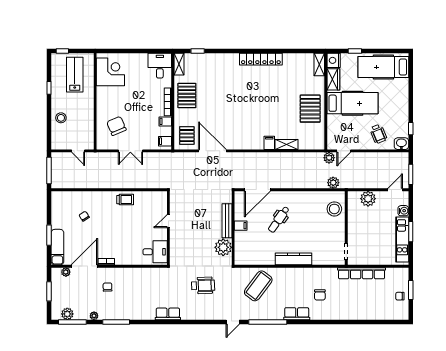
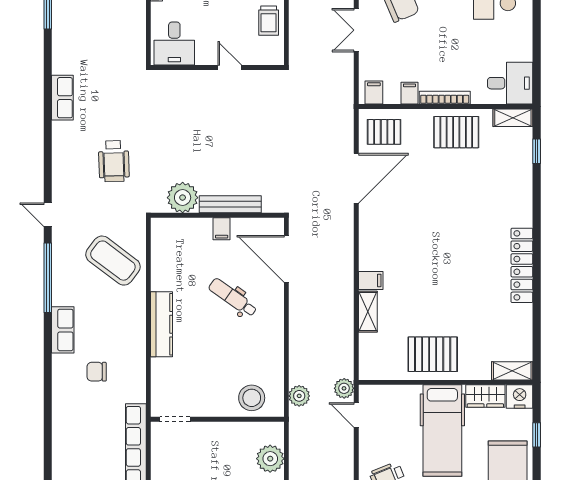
door: (168, 221) -> (230, 68), moved
wall: (168, 228) -> (217, 68), moved
desk: (155, 252) -> (174, 44), moved

